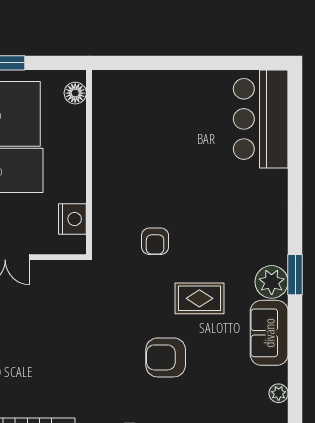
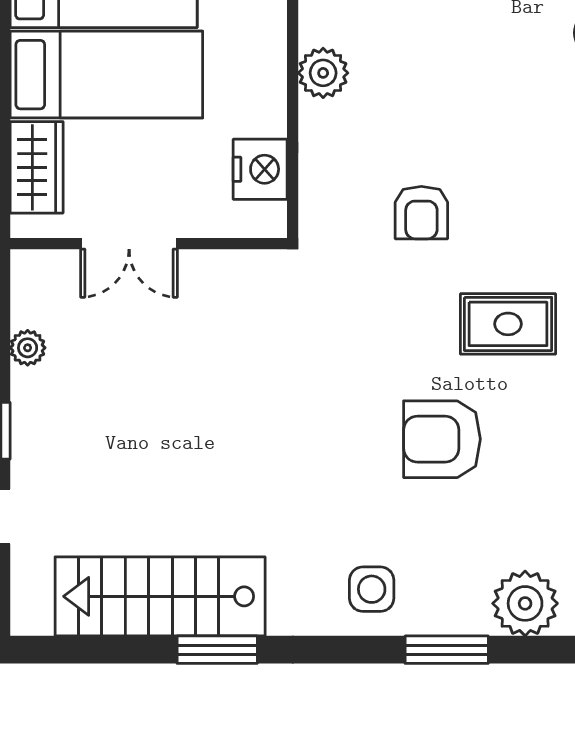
plant: (105, 170) -> (323, 73), added

